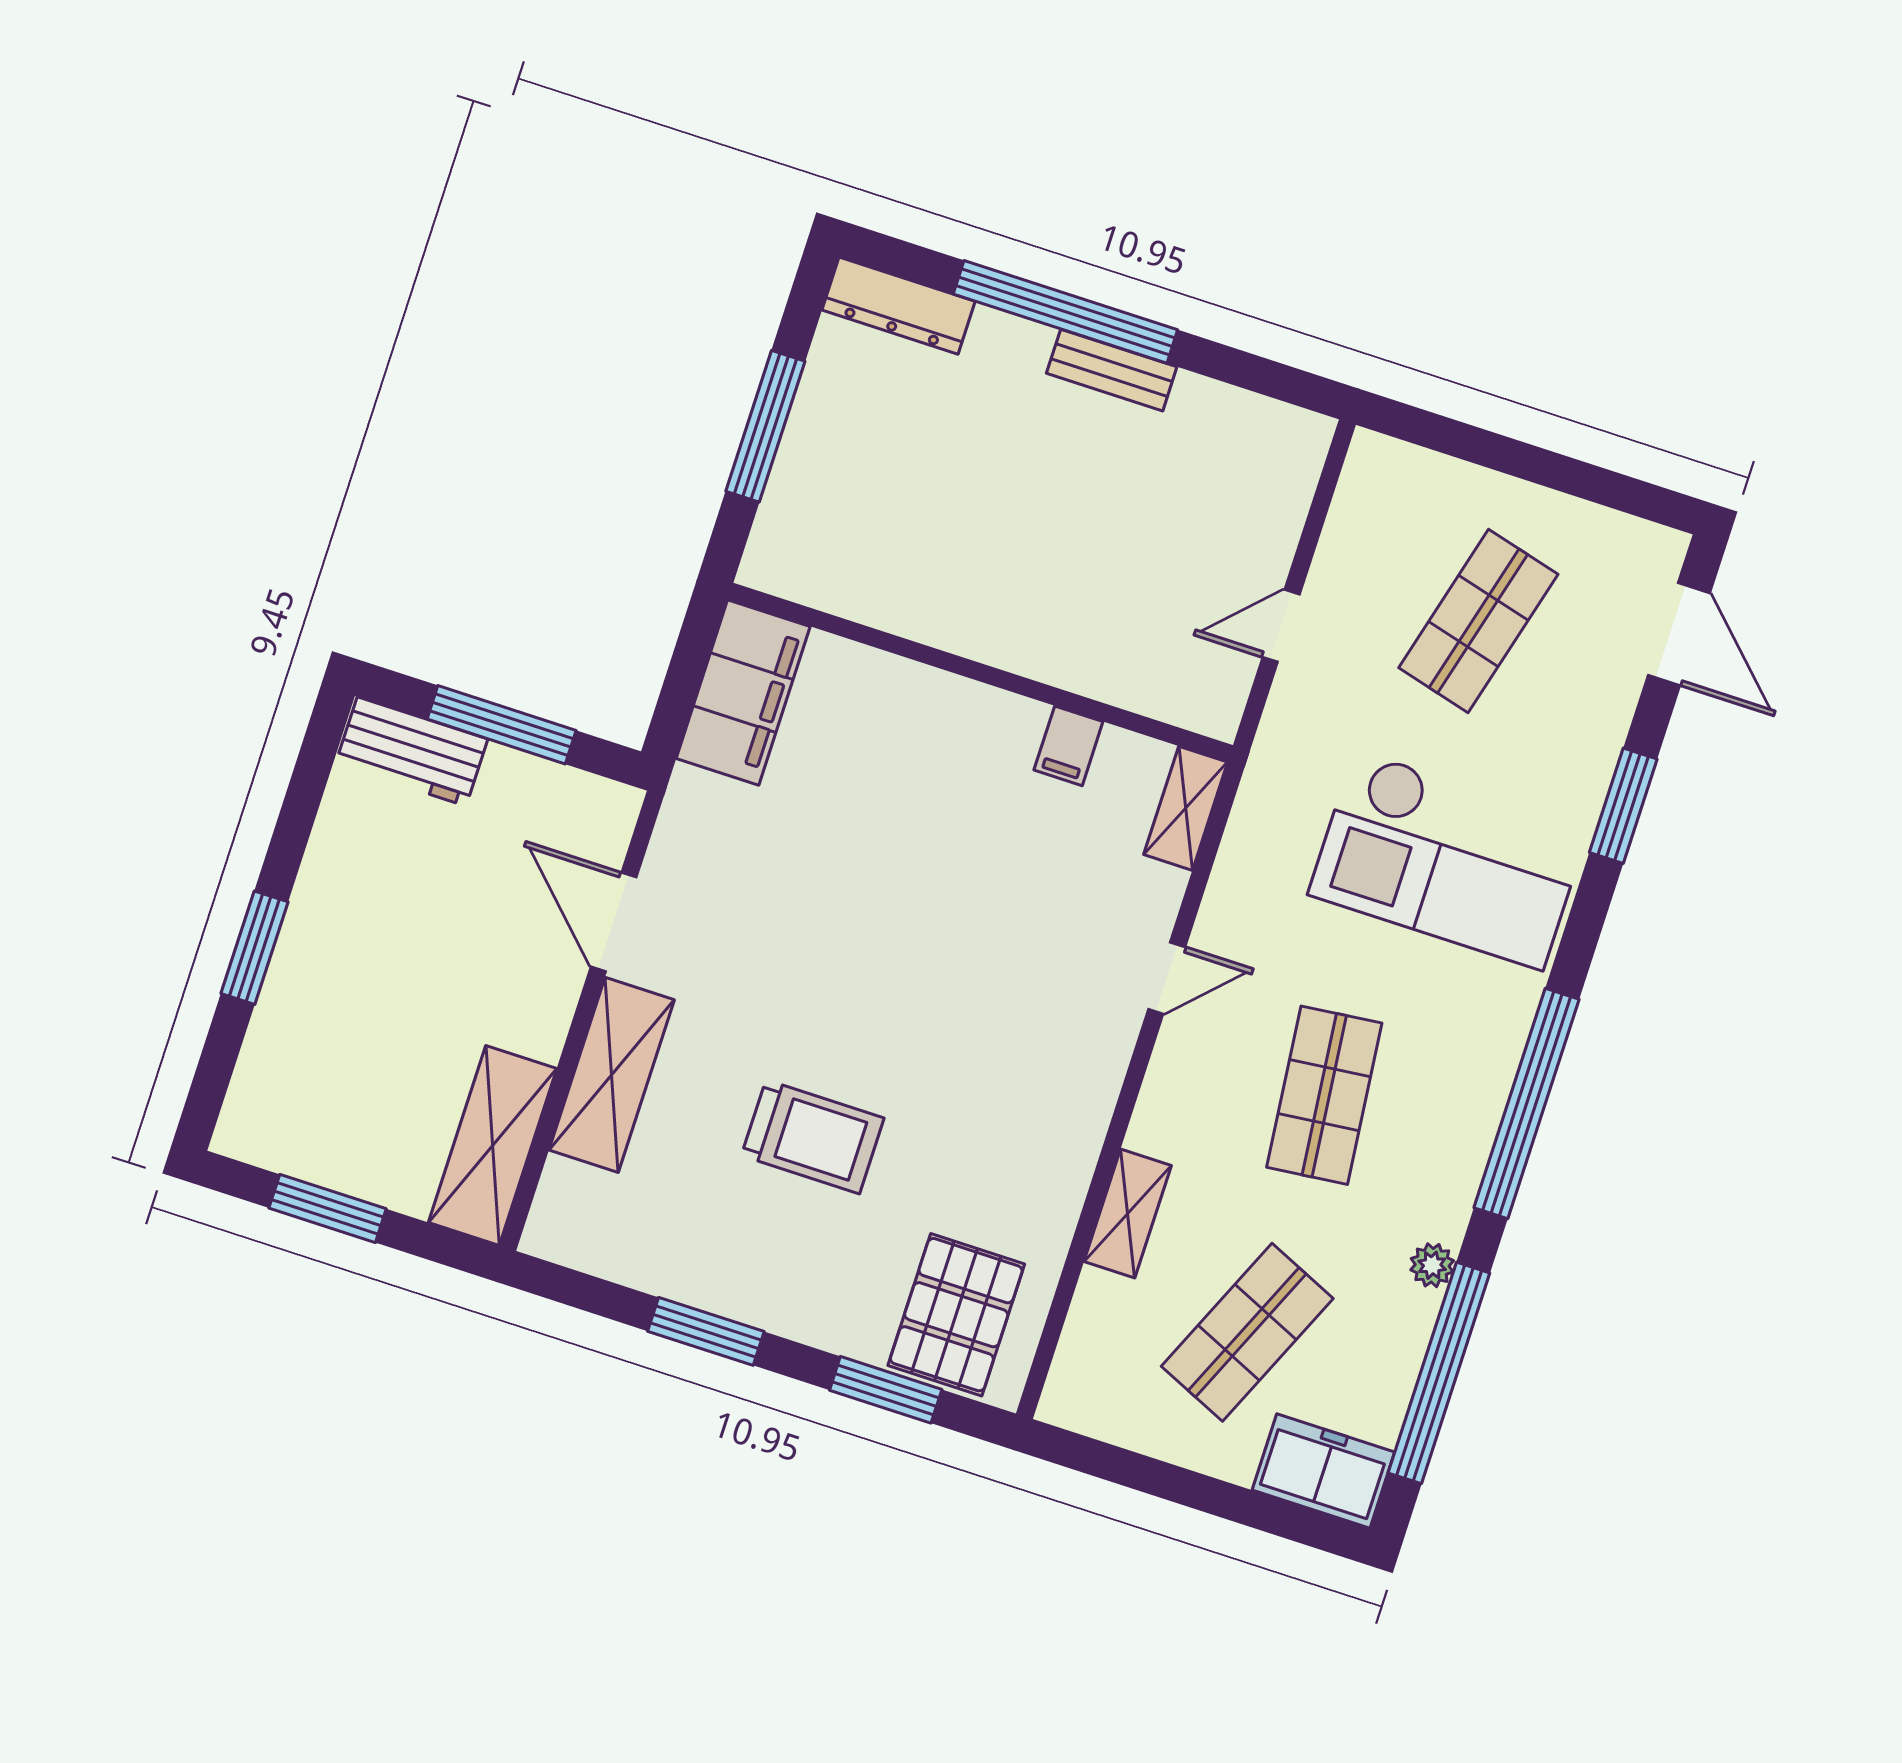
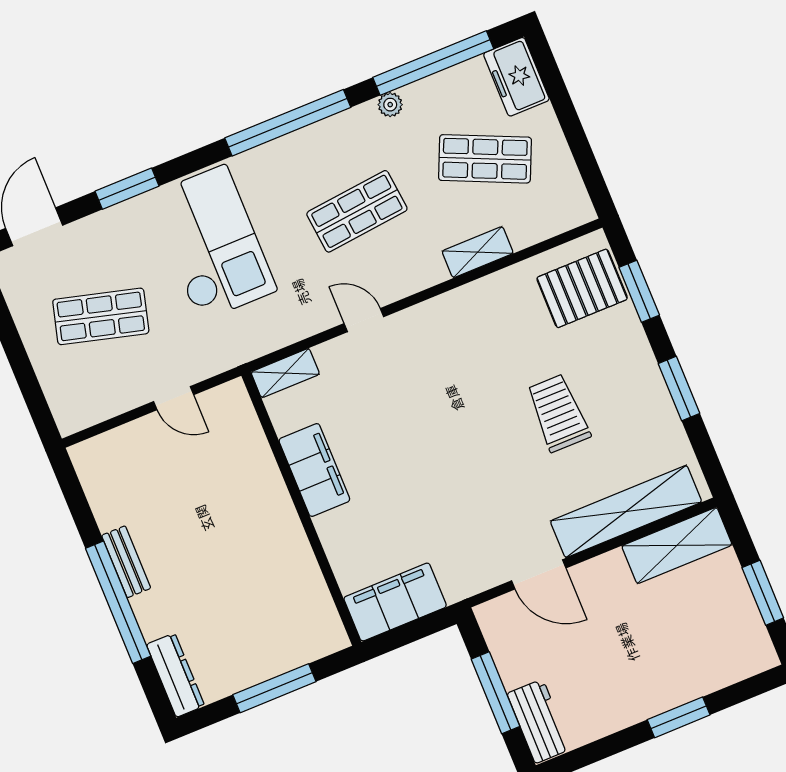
filing cabinet: (1068, 746) -> (314, 470), width x3.00, depth x1.17
door: (614, 922) -> (539, 574), hinge flipped
shelving: (612, 1075) -> (626, 511), width x1.47

